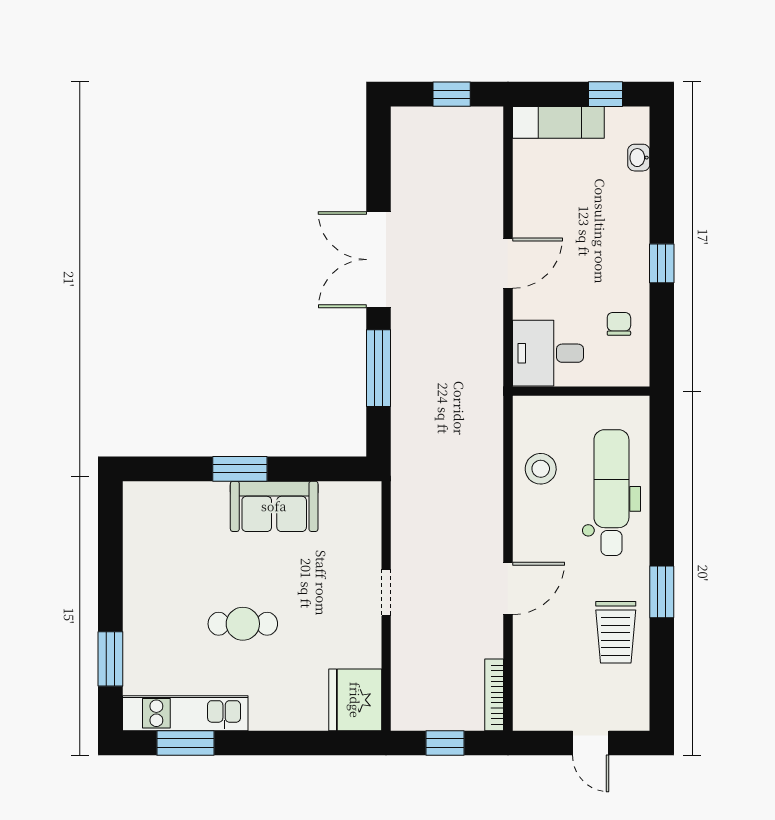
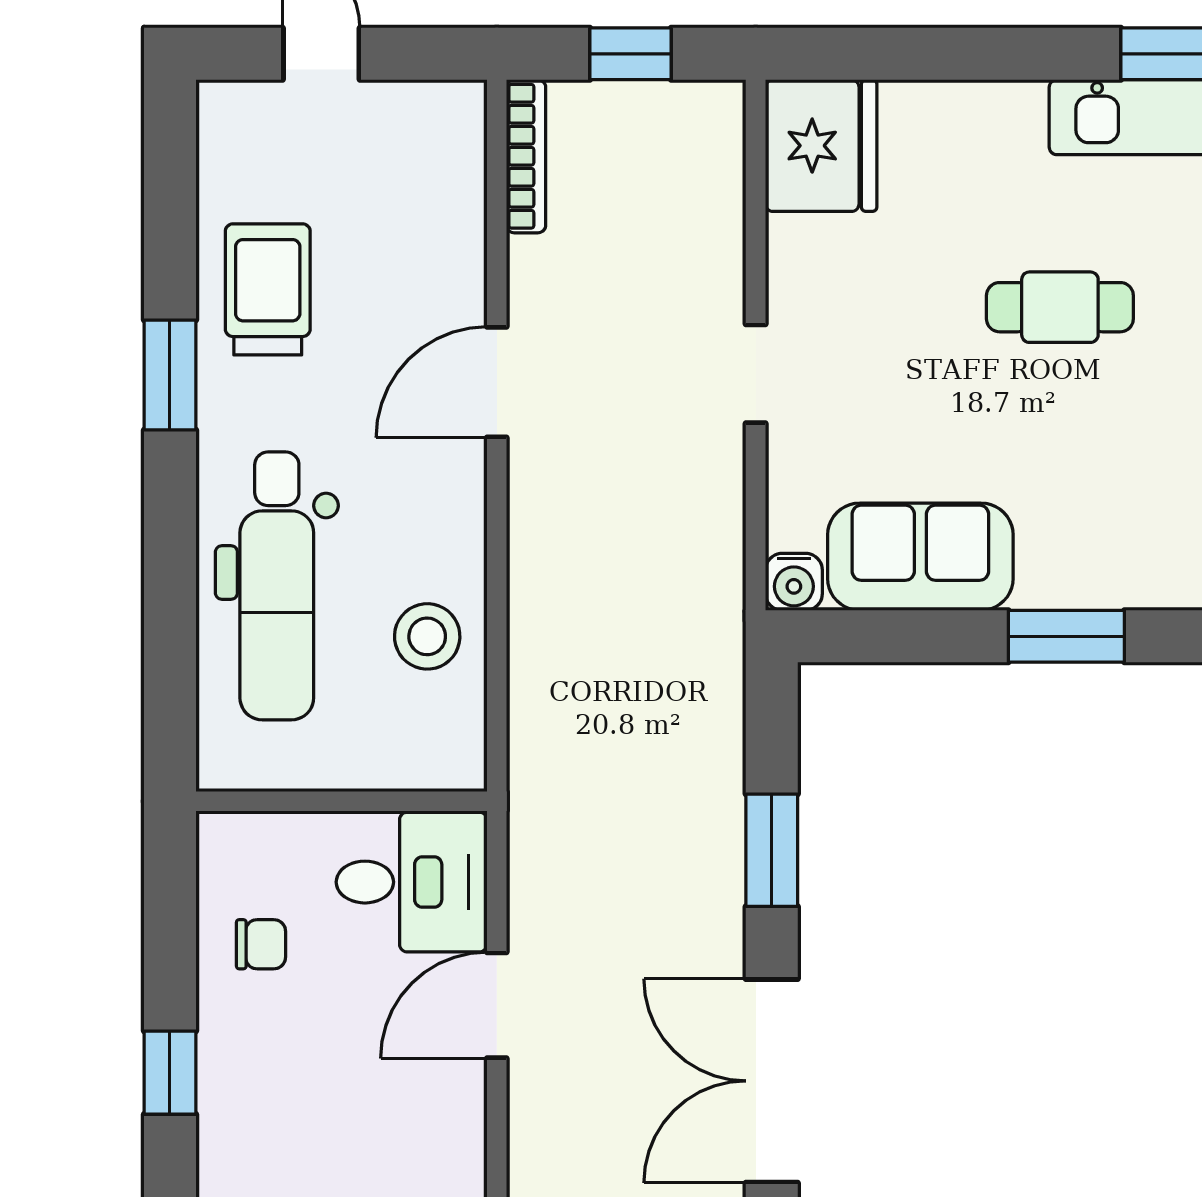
double door: (378, 260) -> (772, 1081), swing flipped
door: (508, 263) -> (497, 1005), moved
chair: (619, 324) -> (261, 944), turned -90
window: (378, 368) -> (772, 850), width x0.69
water cooler: (368, 494) -> (794, 582), added
sofa: (274, 506) -> (920, 557), moved

